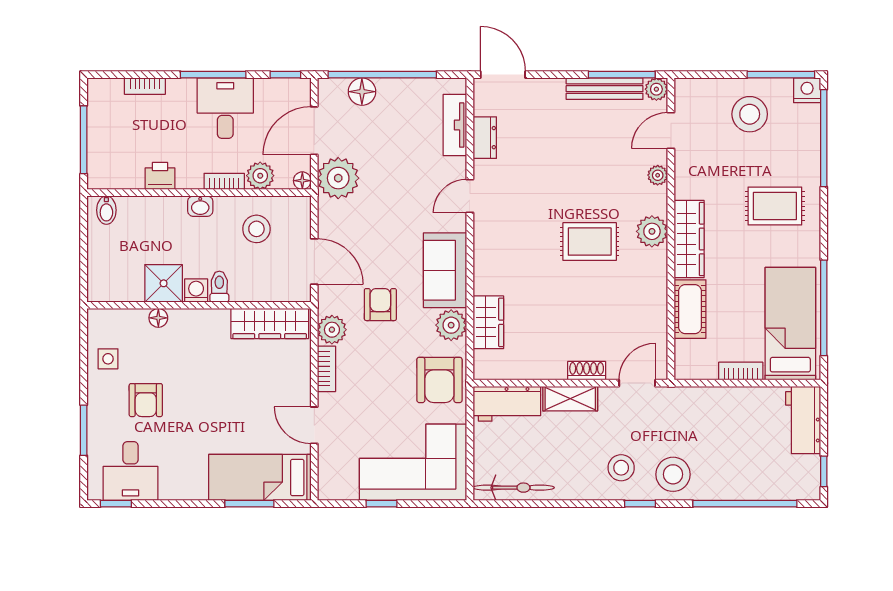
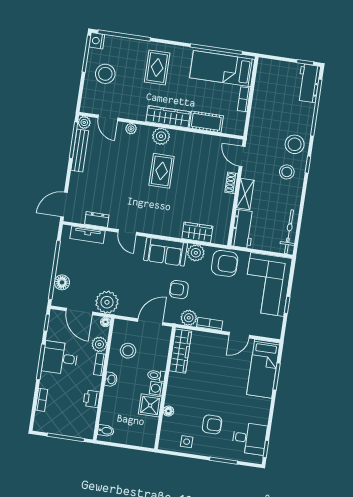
workbench: (803, 420) -> (308, 83), moved, turned 90

